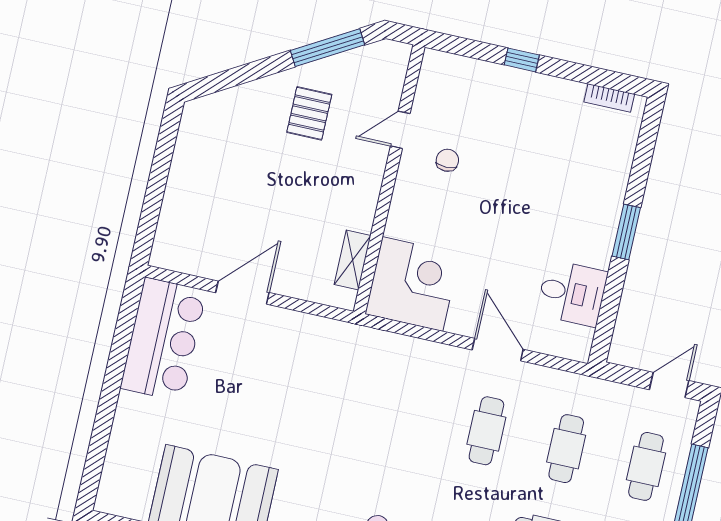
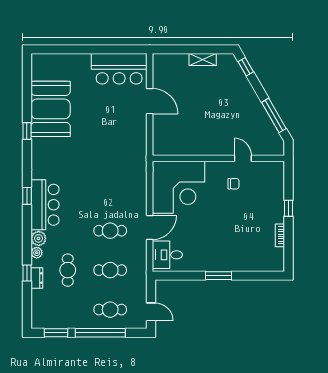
window: (216, 83) -> (246, 67), added
bookcase: (609, 98) -> (280, 235), moved
pallet: (309, 113) -> (241, 114), removed
shelving: (353, 260) -> (203, 60), moved
corner desk: (412, 284) -> (178, 187), width x1.36, depth x1.36
desk: (572, 293) -> (167, 255), moved, turned 90

